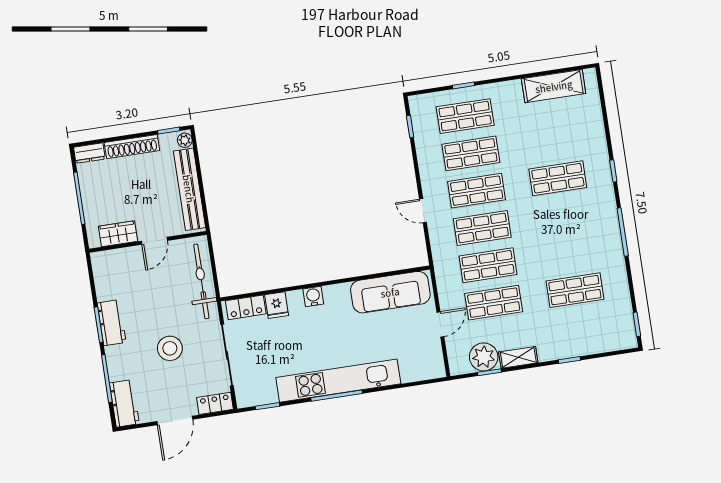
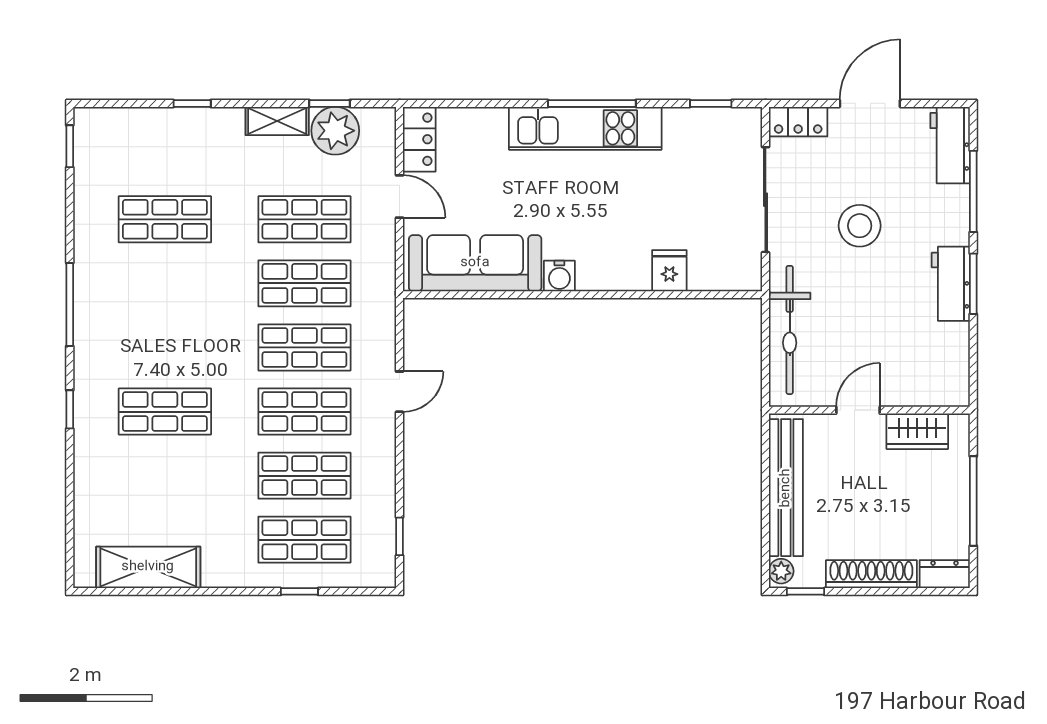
door: (423, 211) -> (400, 392), hinge flipped
water cooler: (313, 296) -> (559, 276), moved
locker: (246, 307) -> (419, 139), moved, turned 90
door: (440, 324) -> (400, 196), swing flipped
kitchen unit: (338, 381) -> (585, 128), width x0.73

